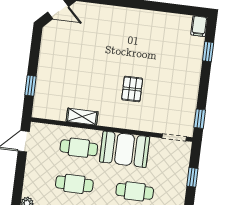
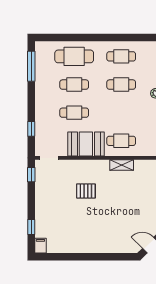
pallet: (132, 89) -> (86, 191), turned 90
cafe table: (74, 184) -> (121, 113), removed

